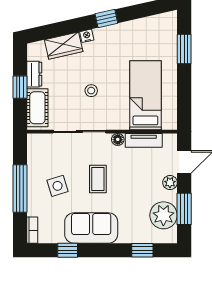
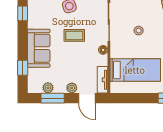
tv unit: (144, 140) -> (102, 80), moved
plant: (163, 215) -> (48, 88), width x0.53, depth x0.53
sofa: (91, 228) -> (39, 48), moved

